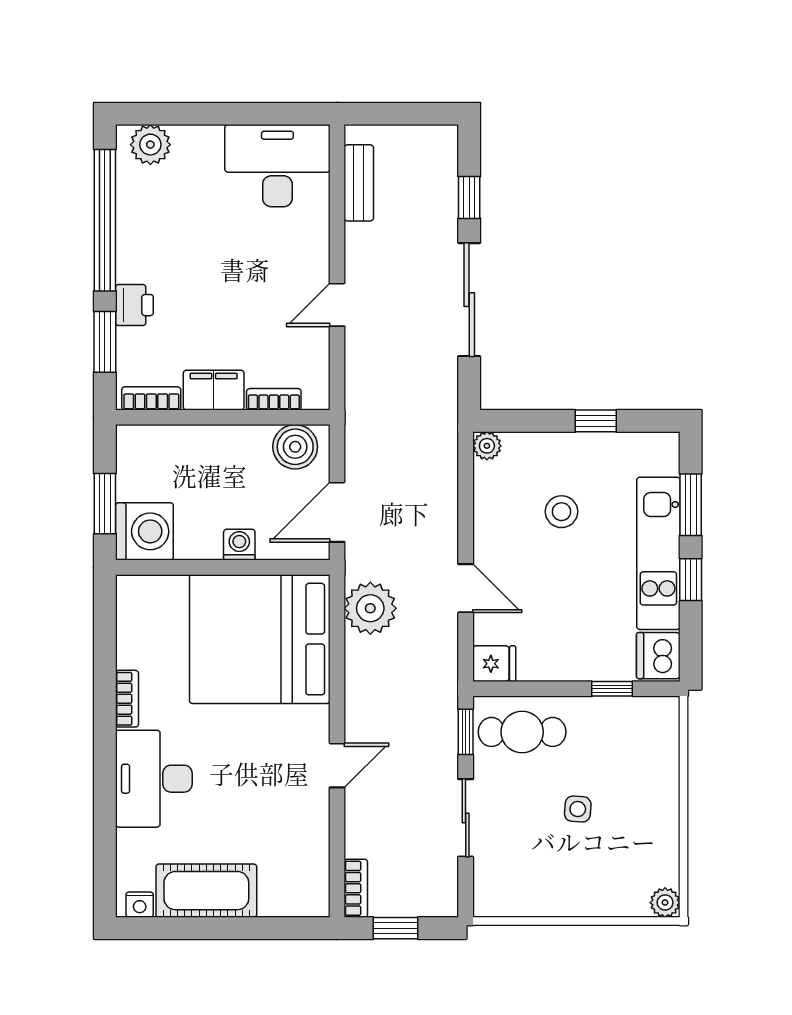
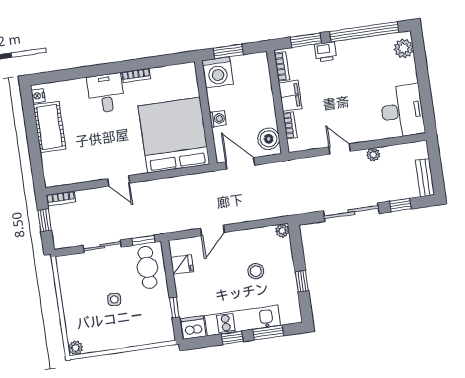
bench: (359, 183) -> (425, 178), moved, turned 90
plant: (370, 608) -> (373, 155), moved, width x0.53, depth x0.53
fridge: (494, 664) -> (182, 264), moved, turned -90
desk: (154, 779) -> (106, 93), width x0.73

